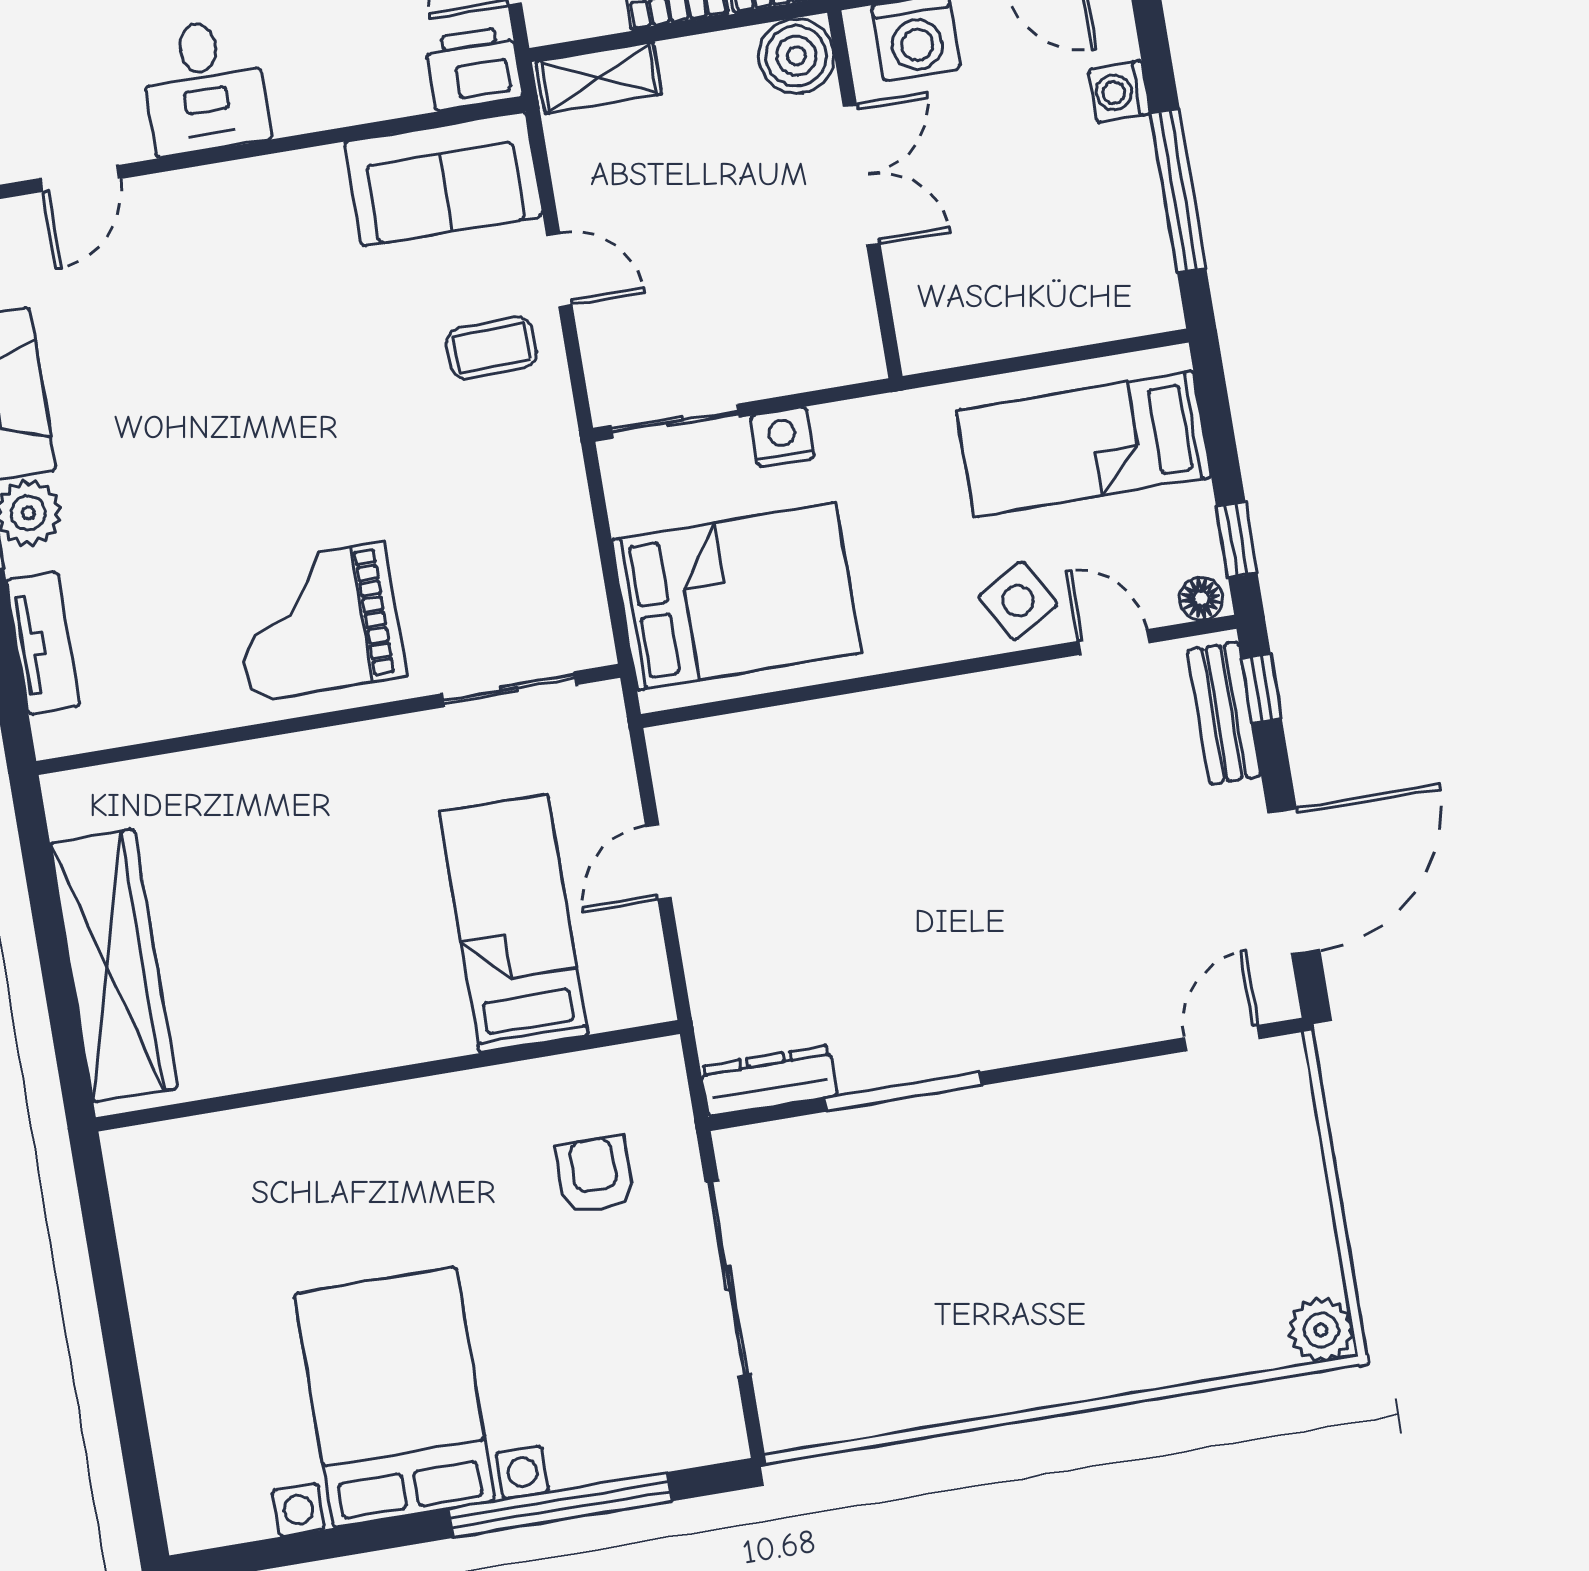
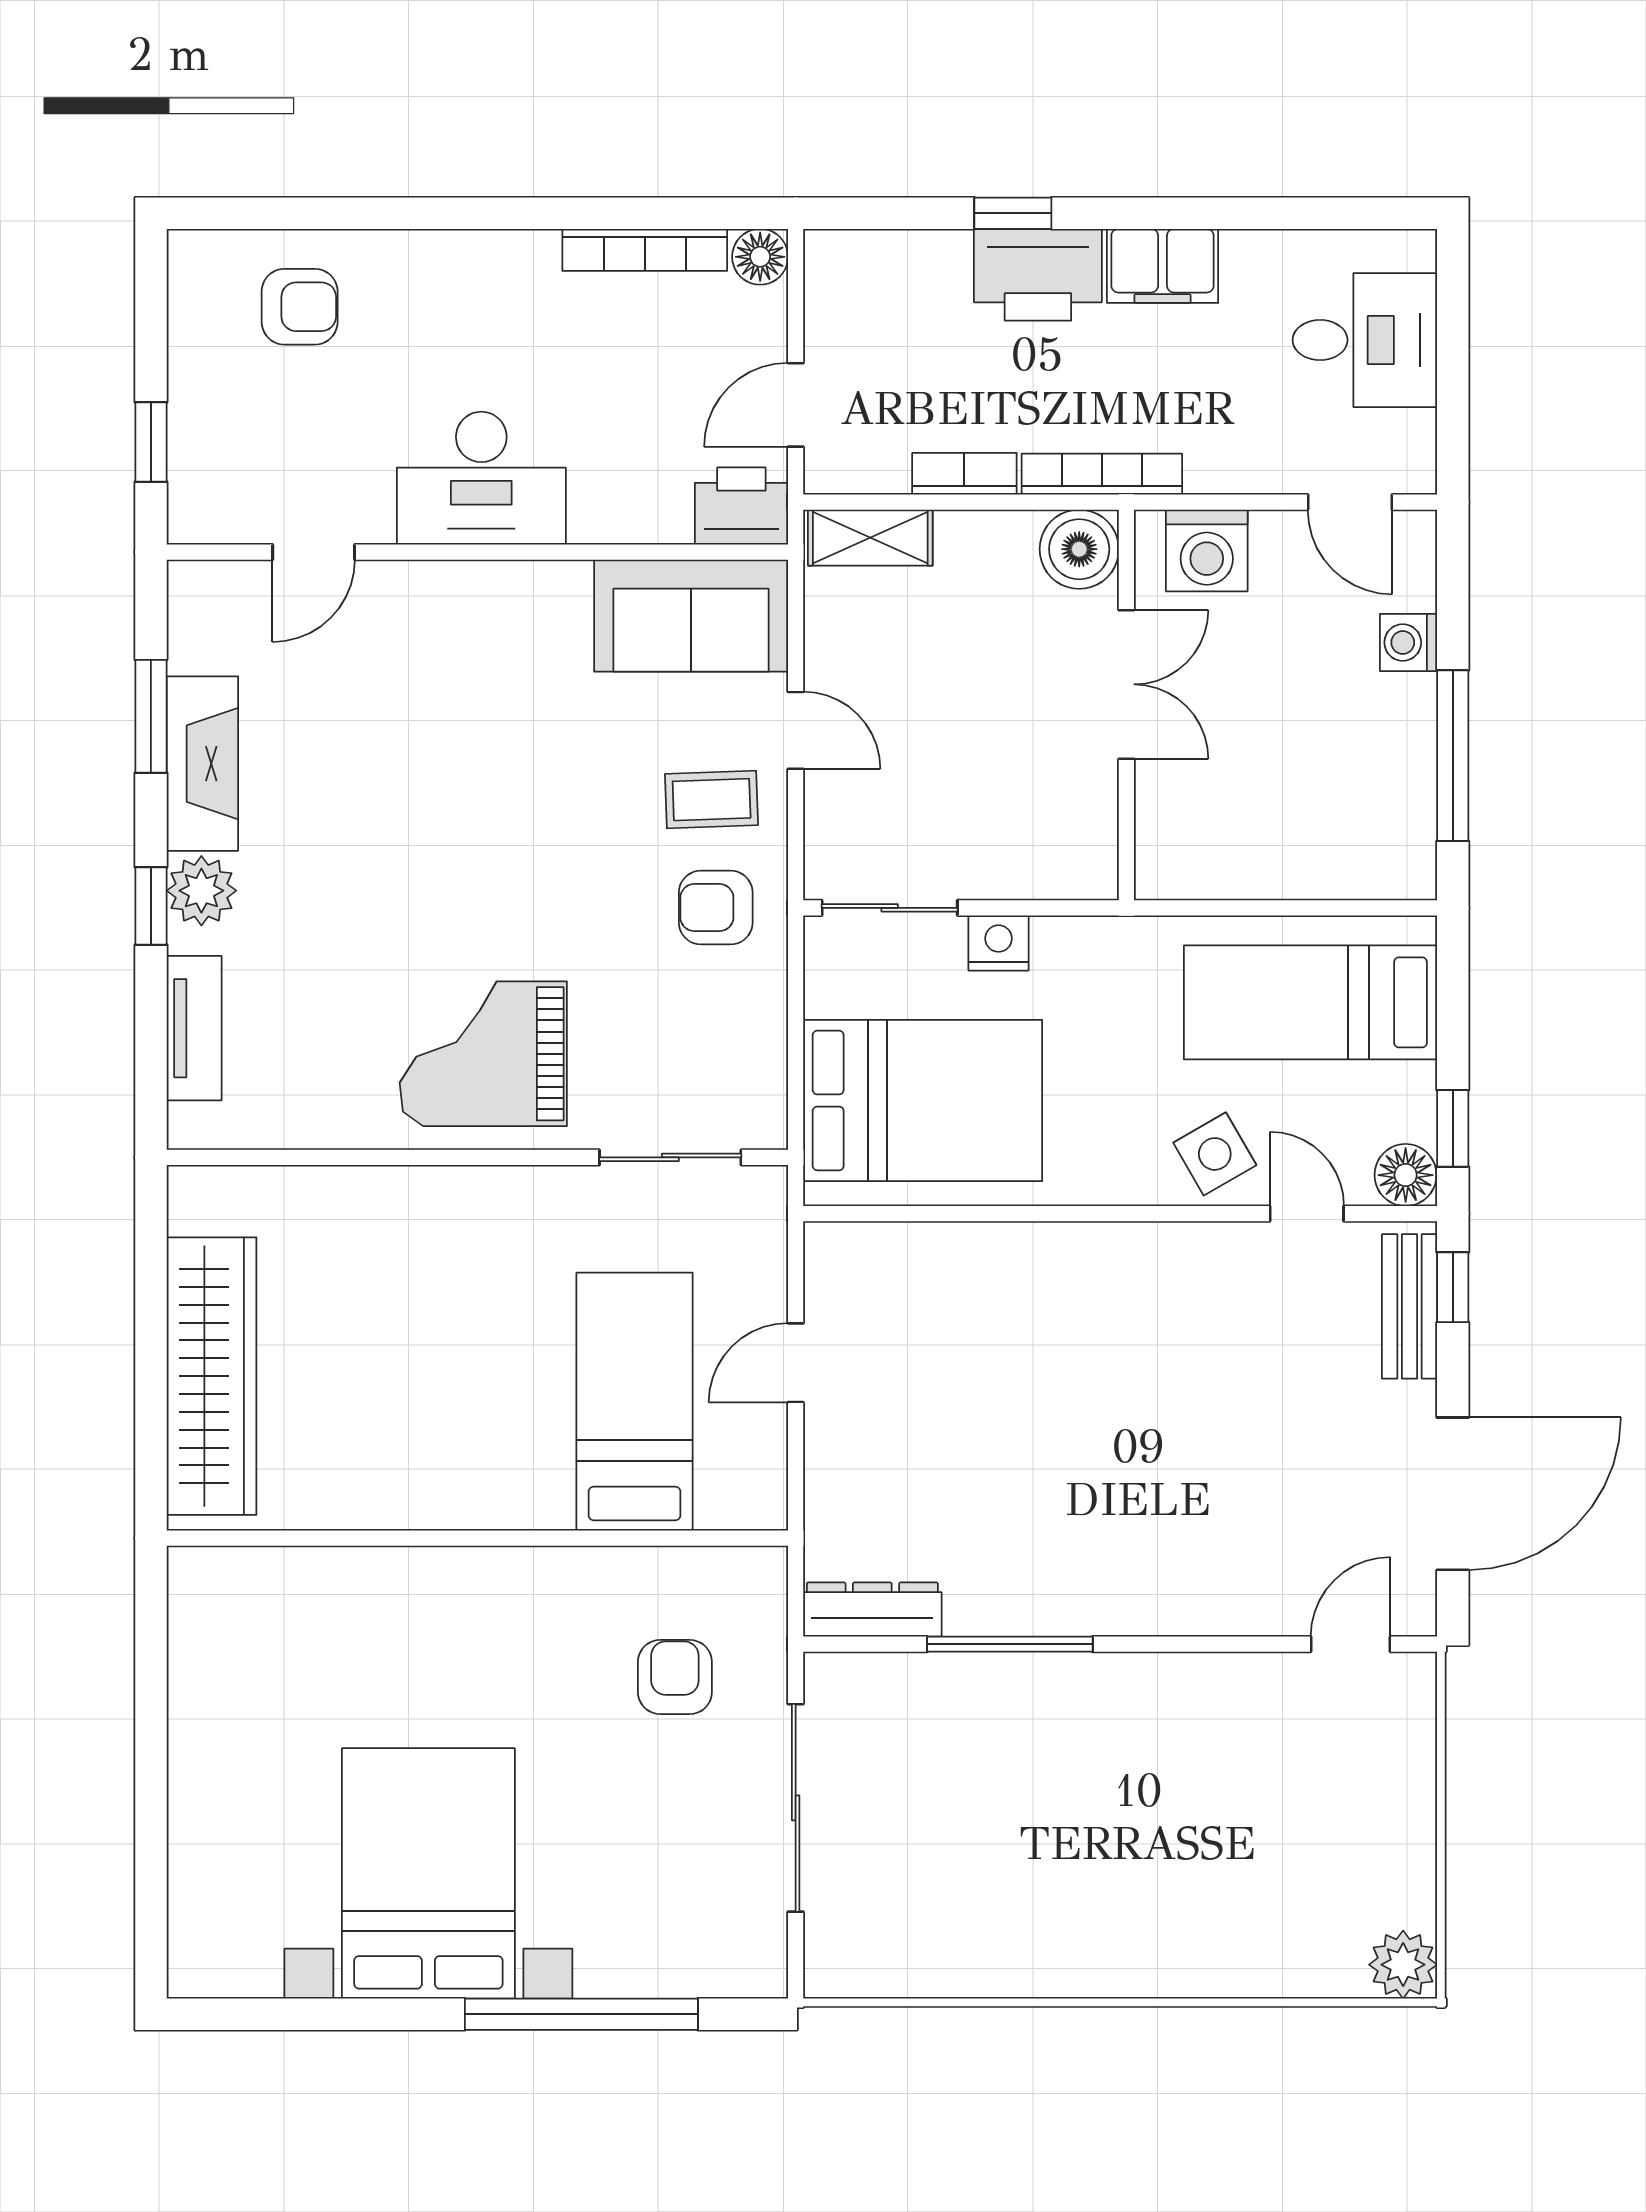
desk: (204, 87) -> (481, 478), width x1.37
armchair: (512, 448) -> (716, 908), added
floor lamp: (1201, 598) -> (1406, 1175), width x1.37, depth x1.37

